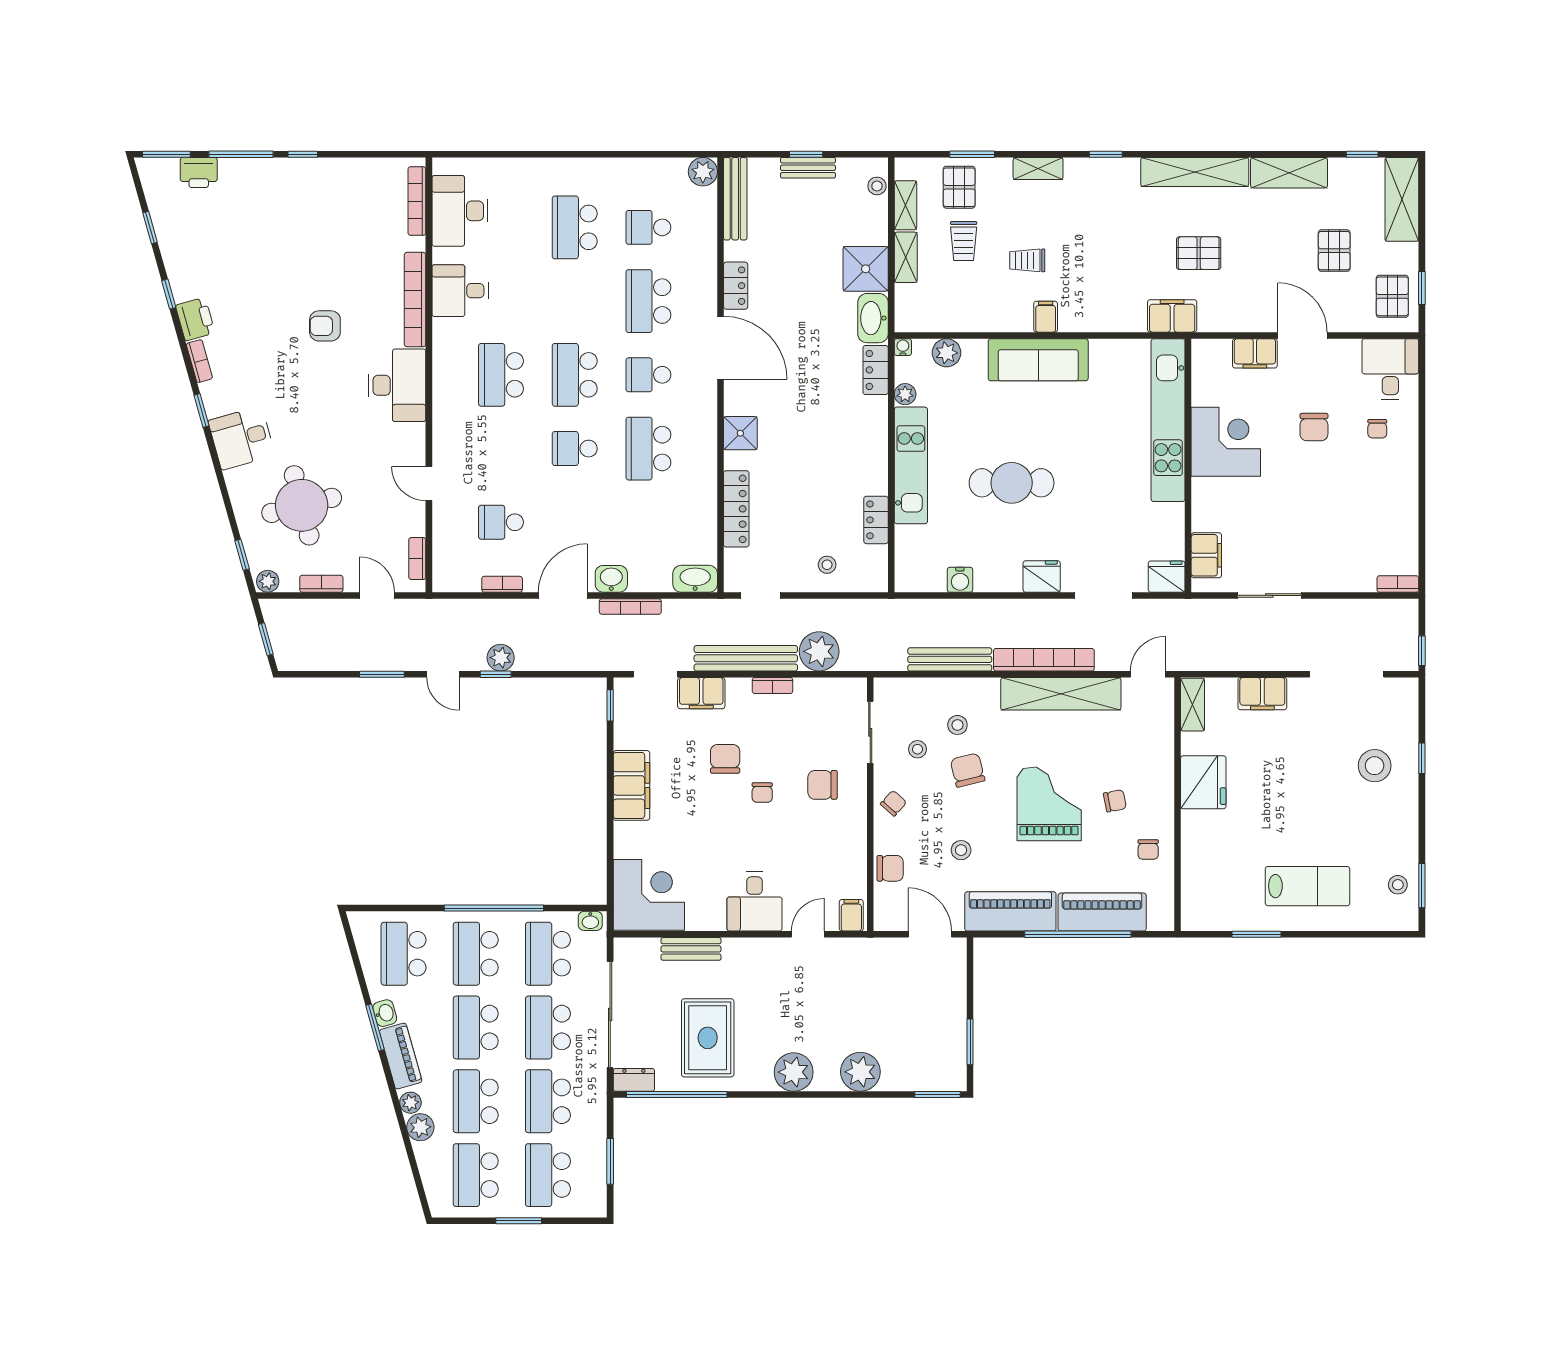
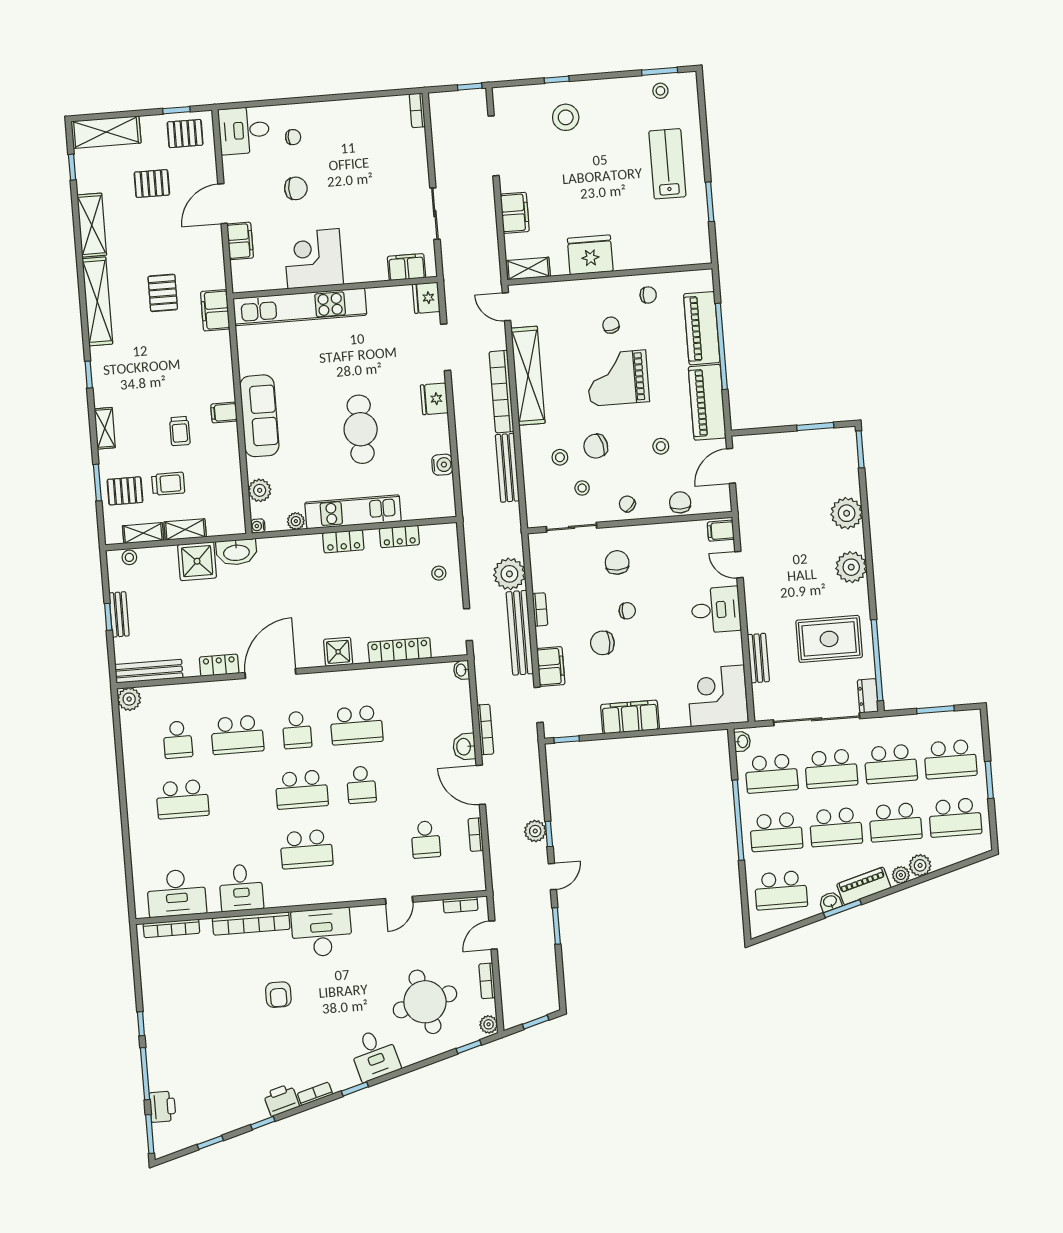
locker: (876, 370) -> (343, 541), moved
washbasin: (695, 579) -> (461, 670), width x0.52, depth x0.69
chair: (823, 785) -> (617, 562), turned 180

